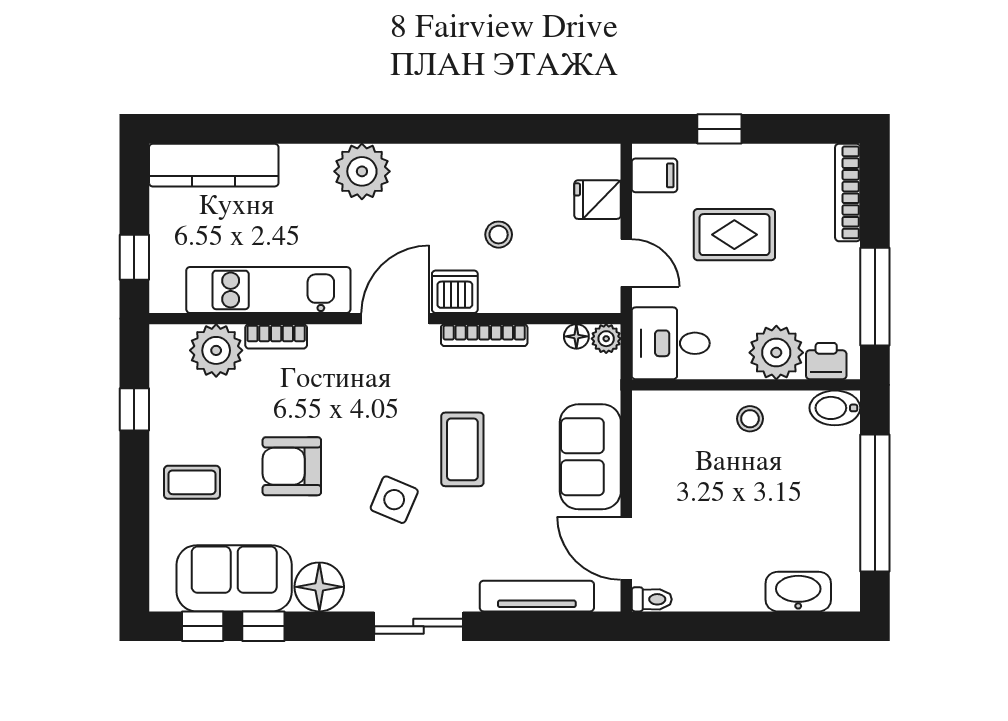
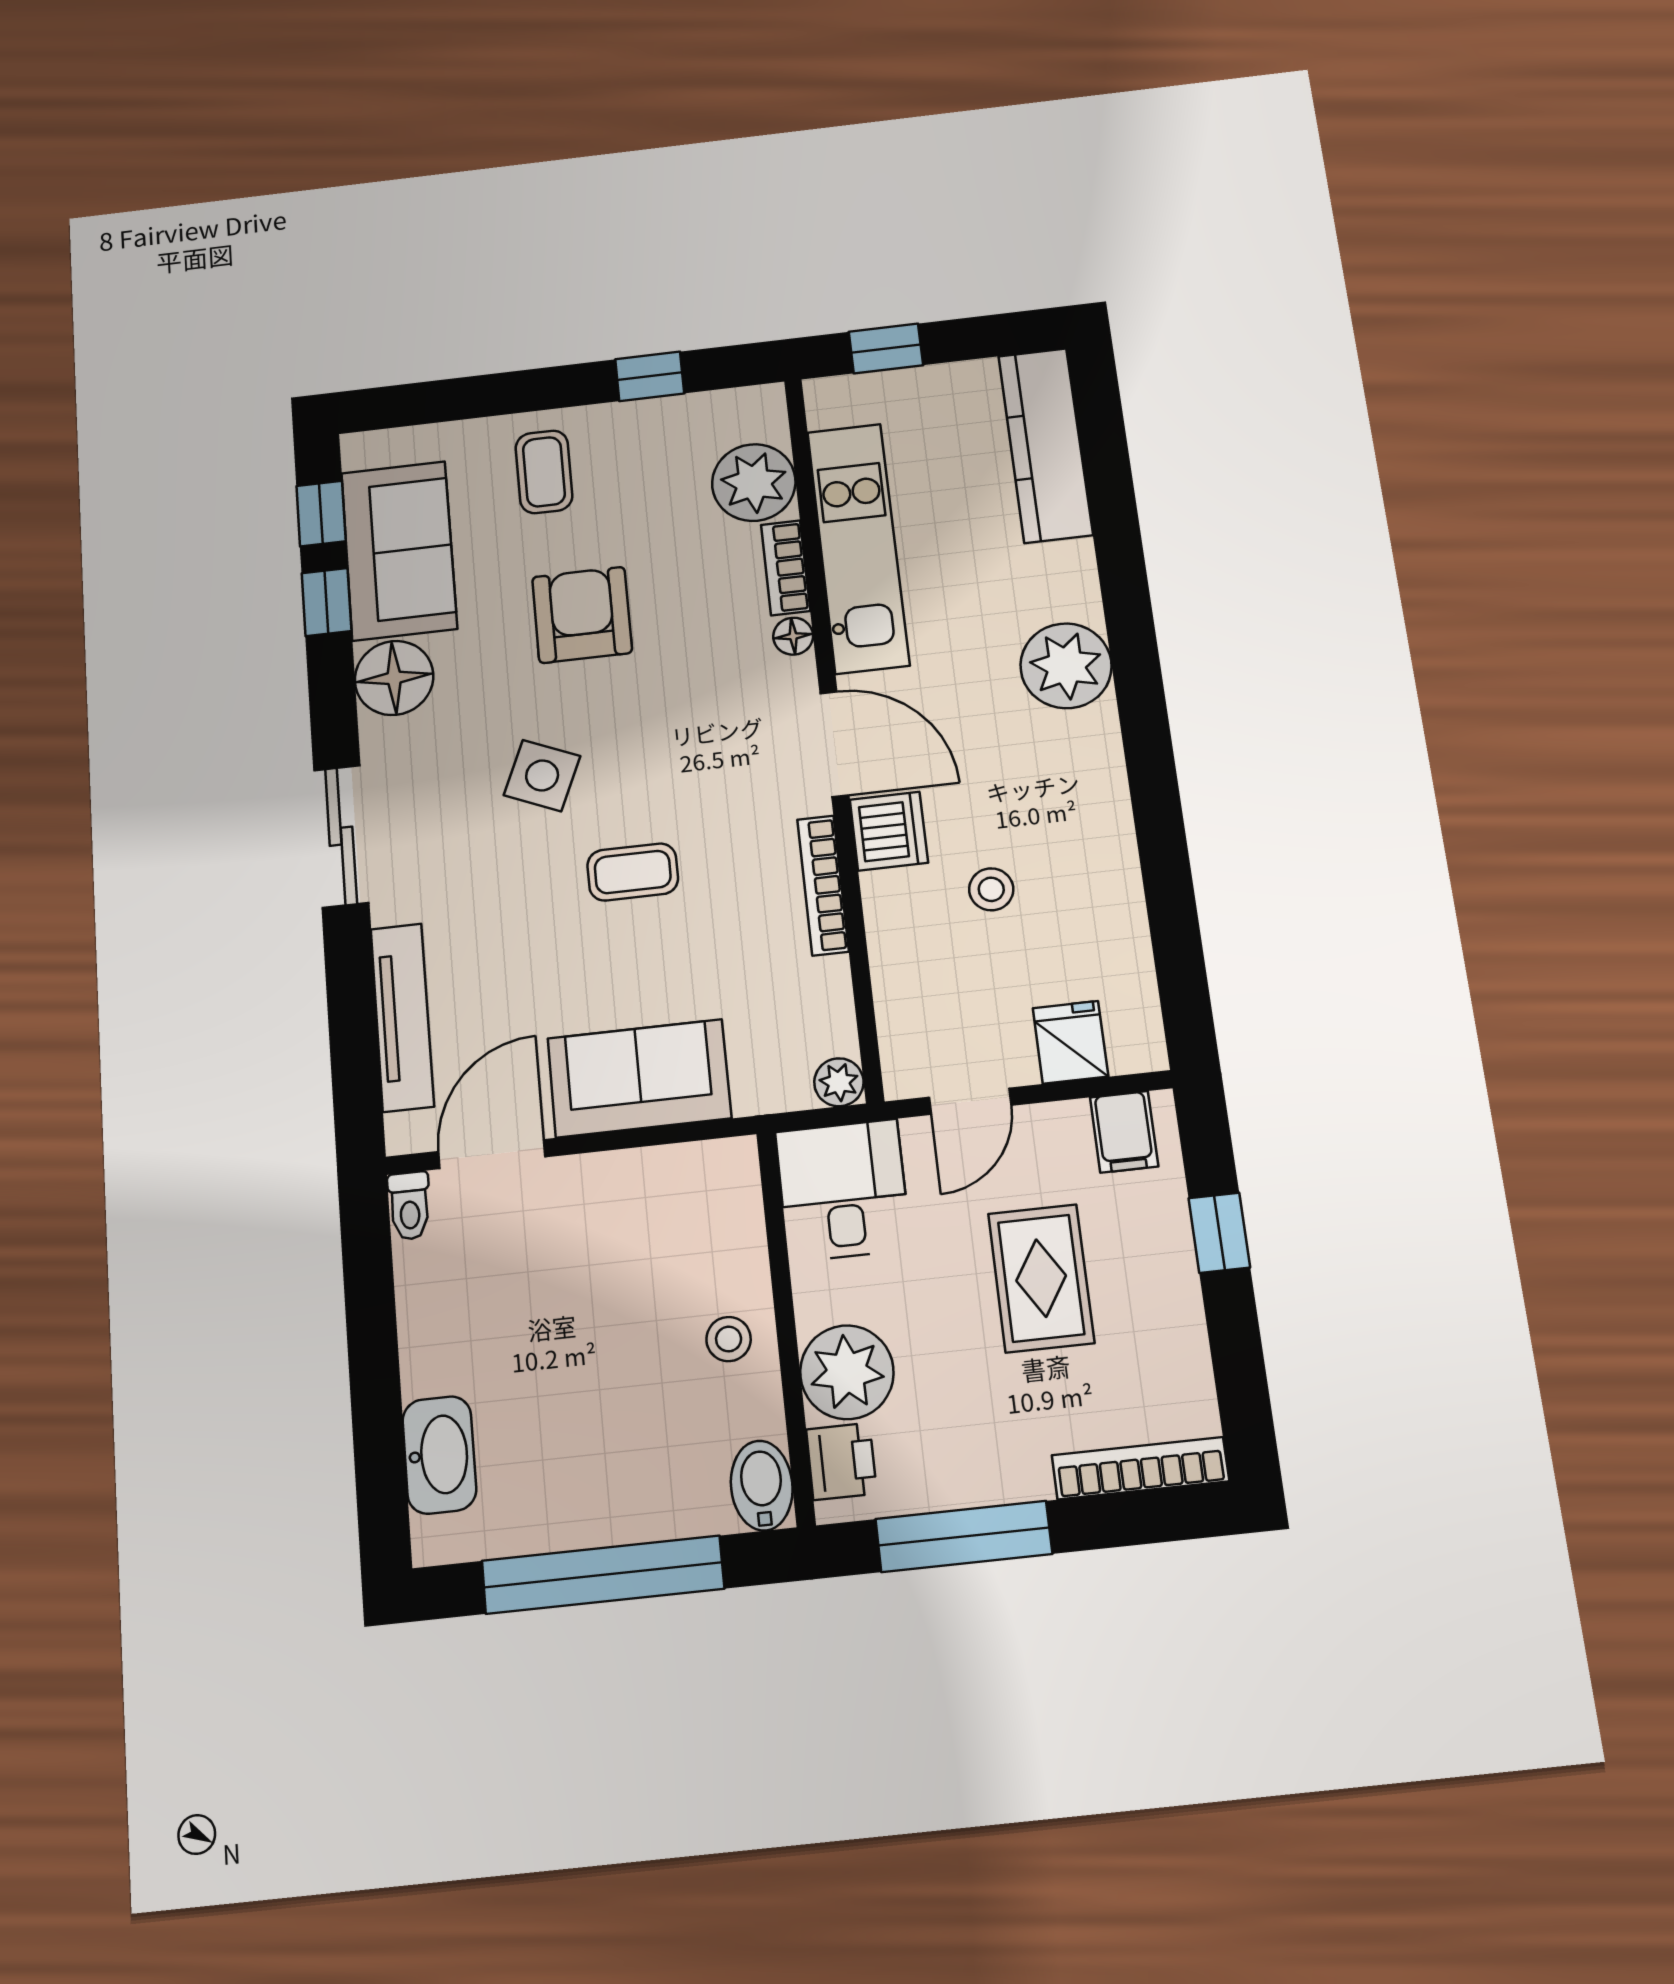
floor lamp: (576, 336) -> (793, 636), moved
coffee table: (462, 449) -> (633, 872), width x0.73, depth x0.77

